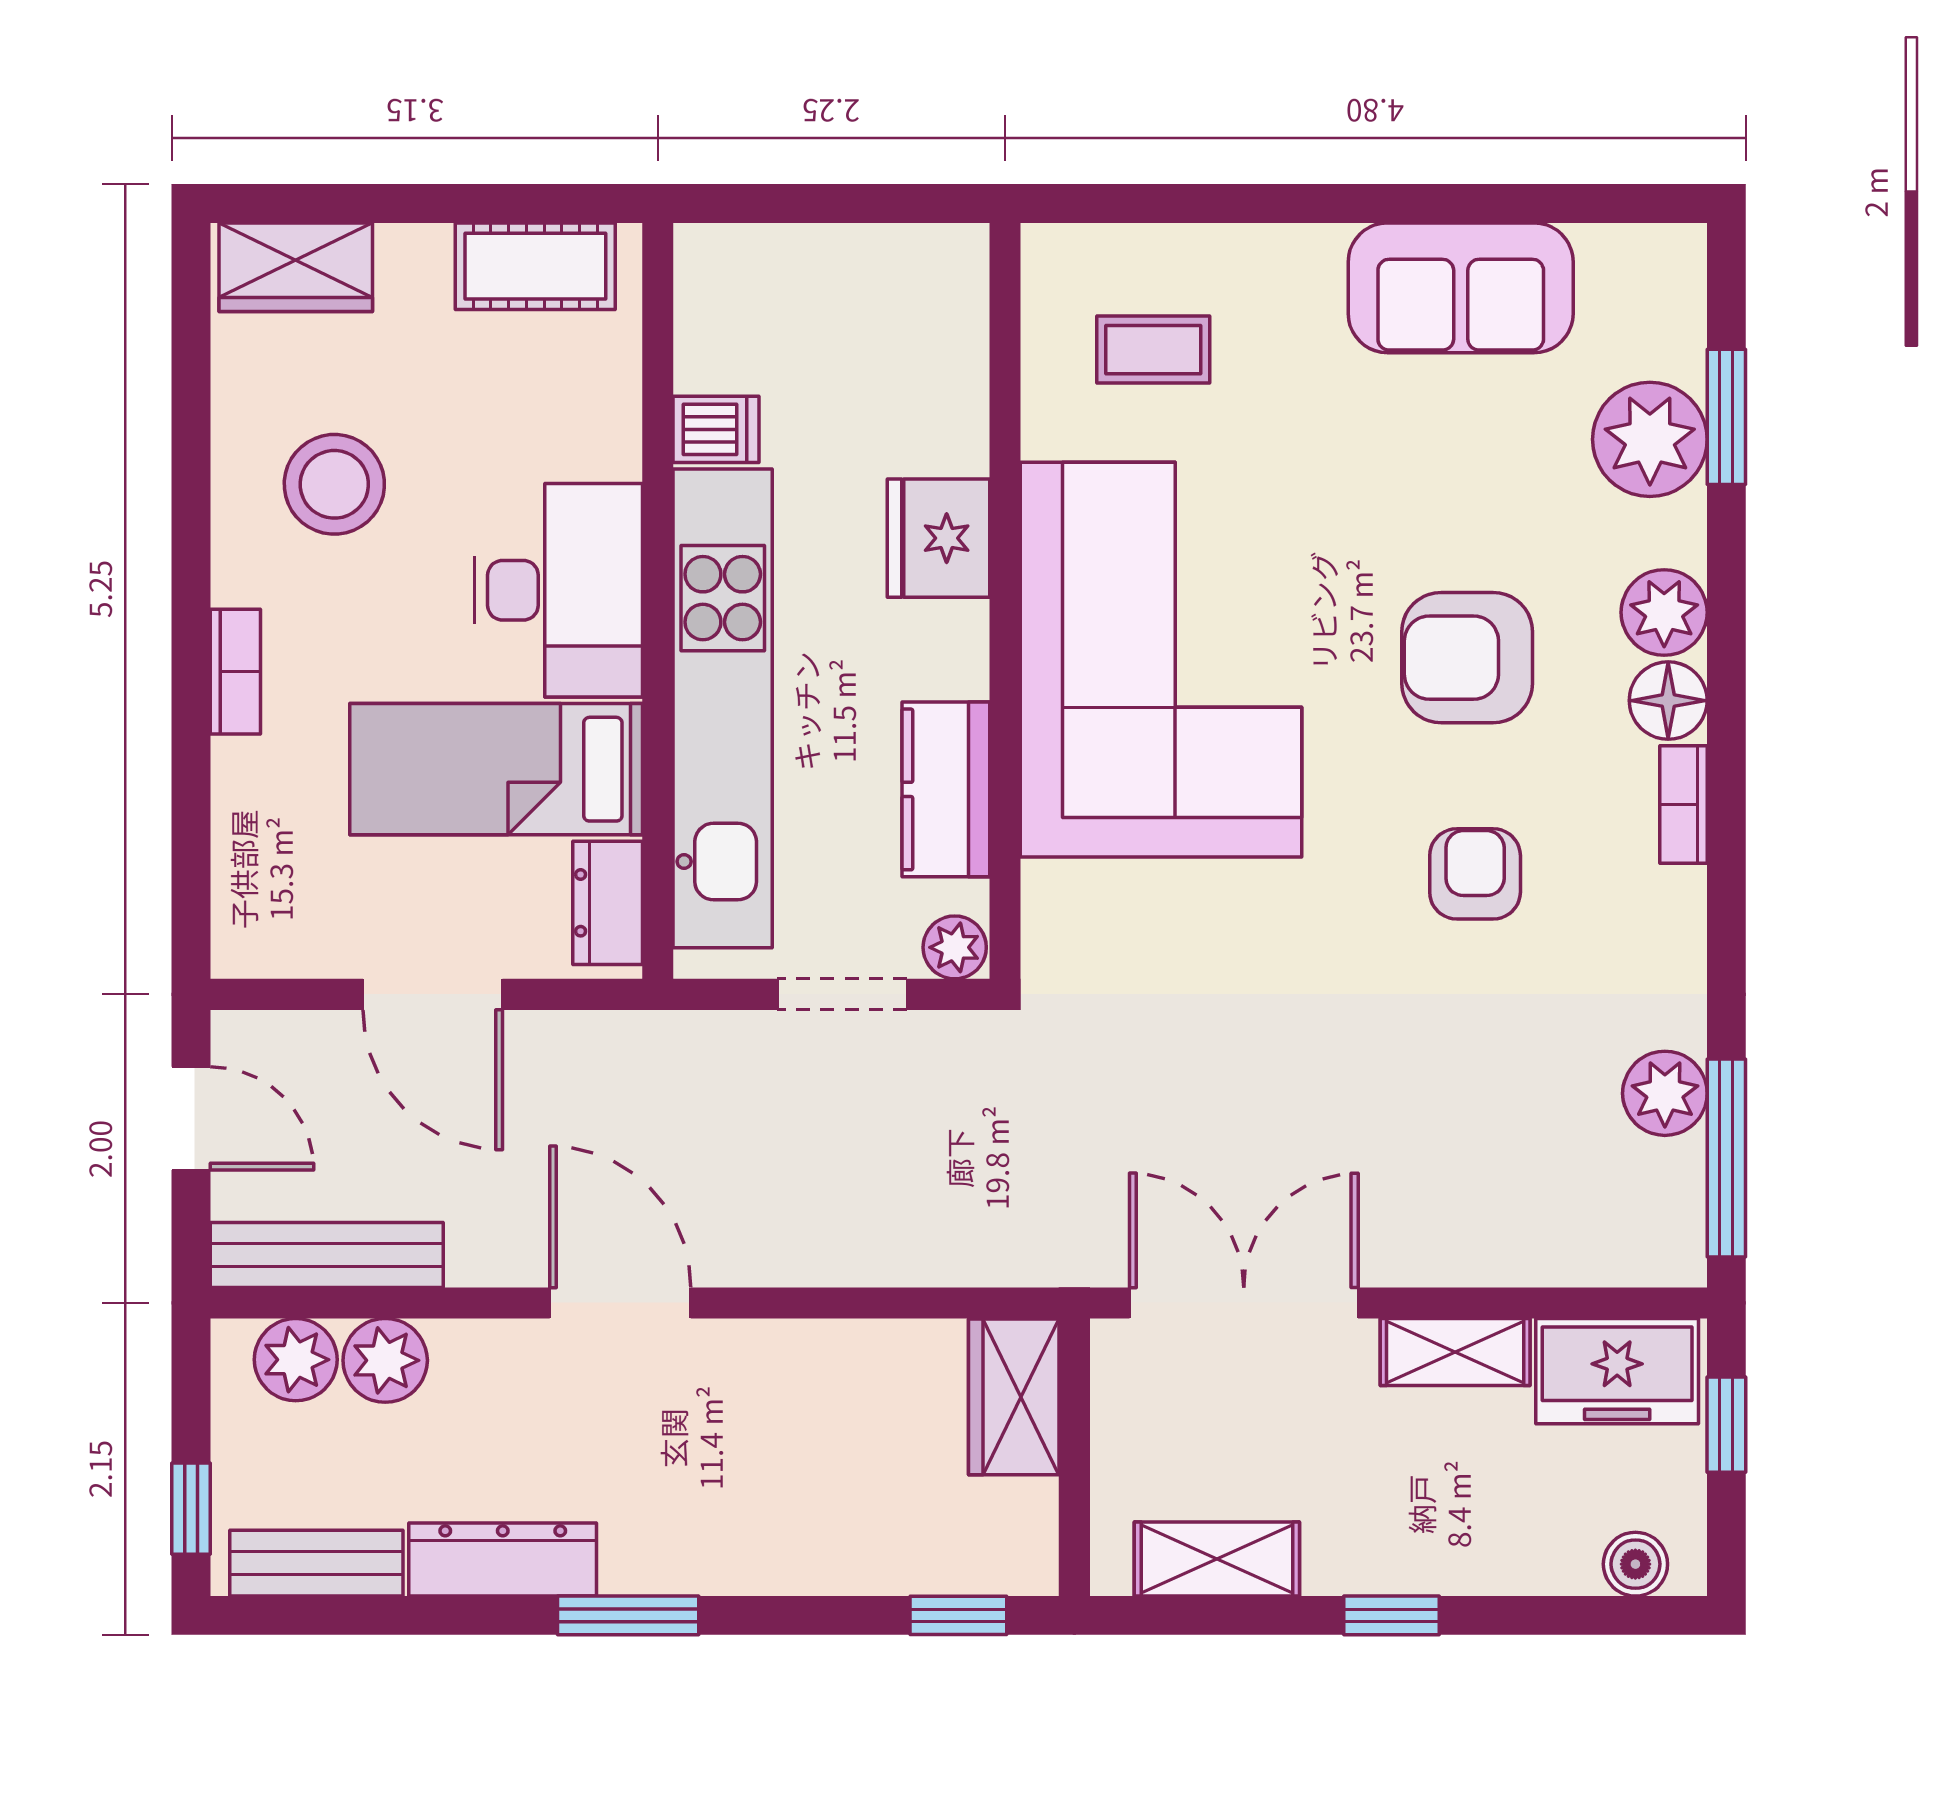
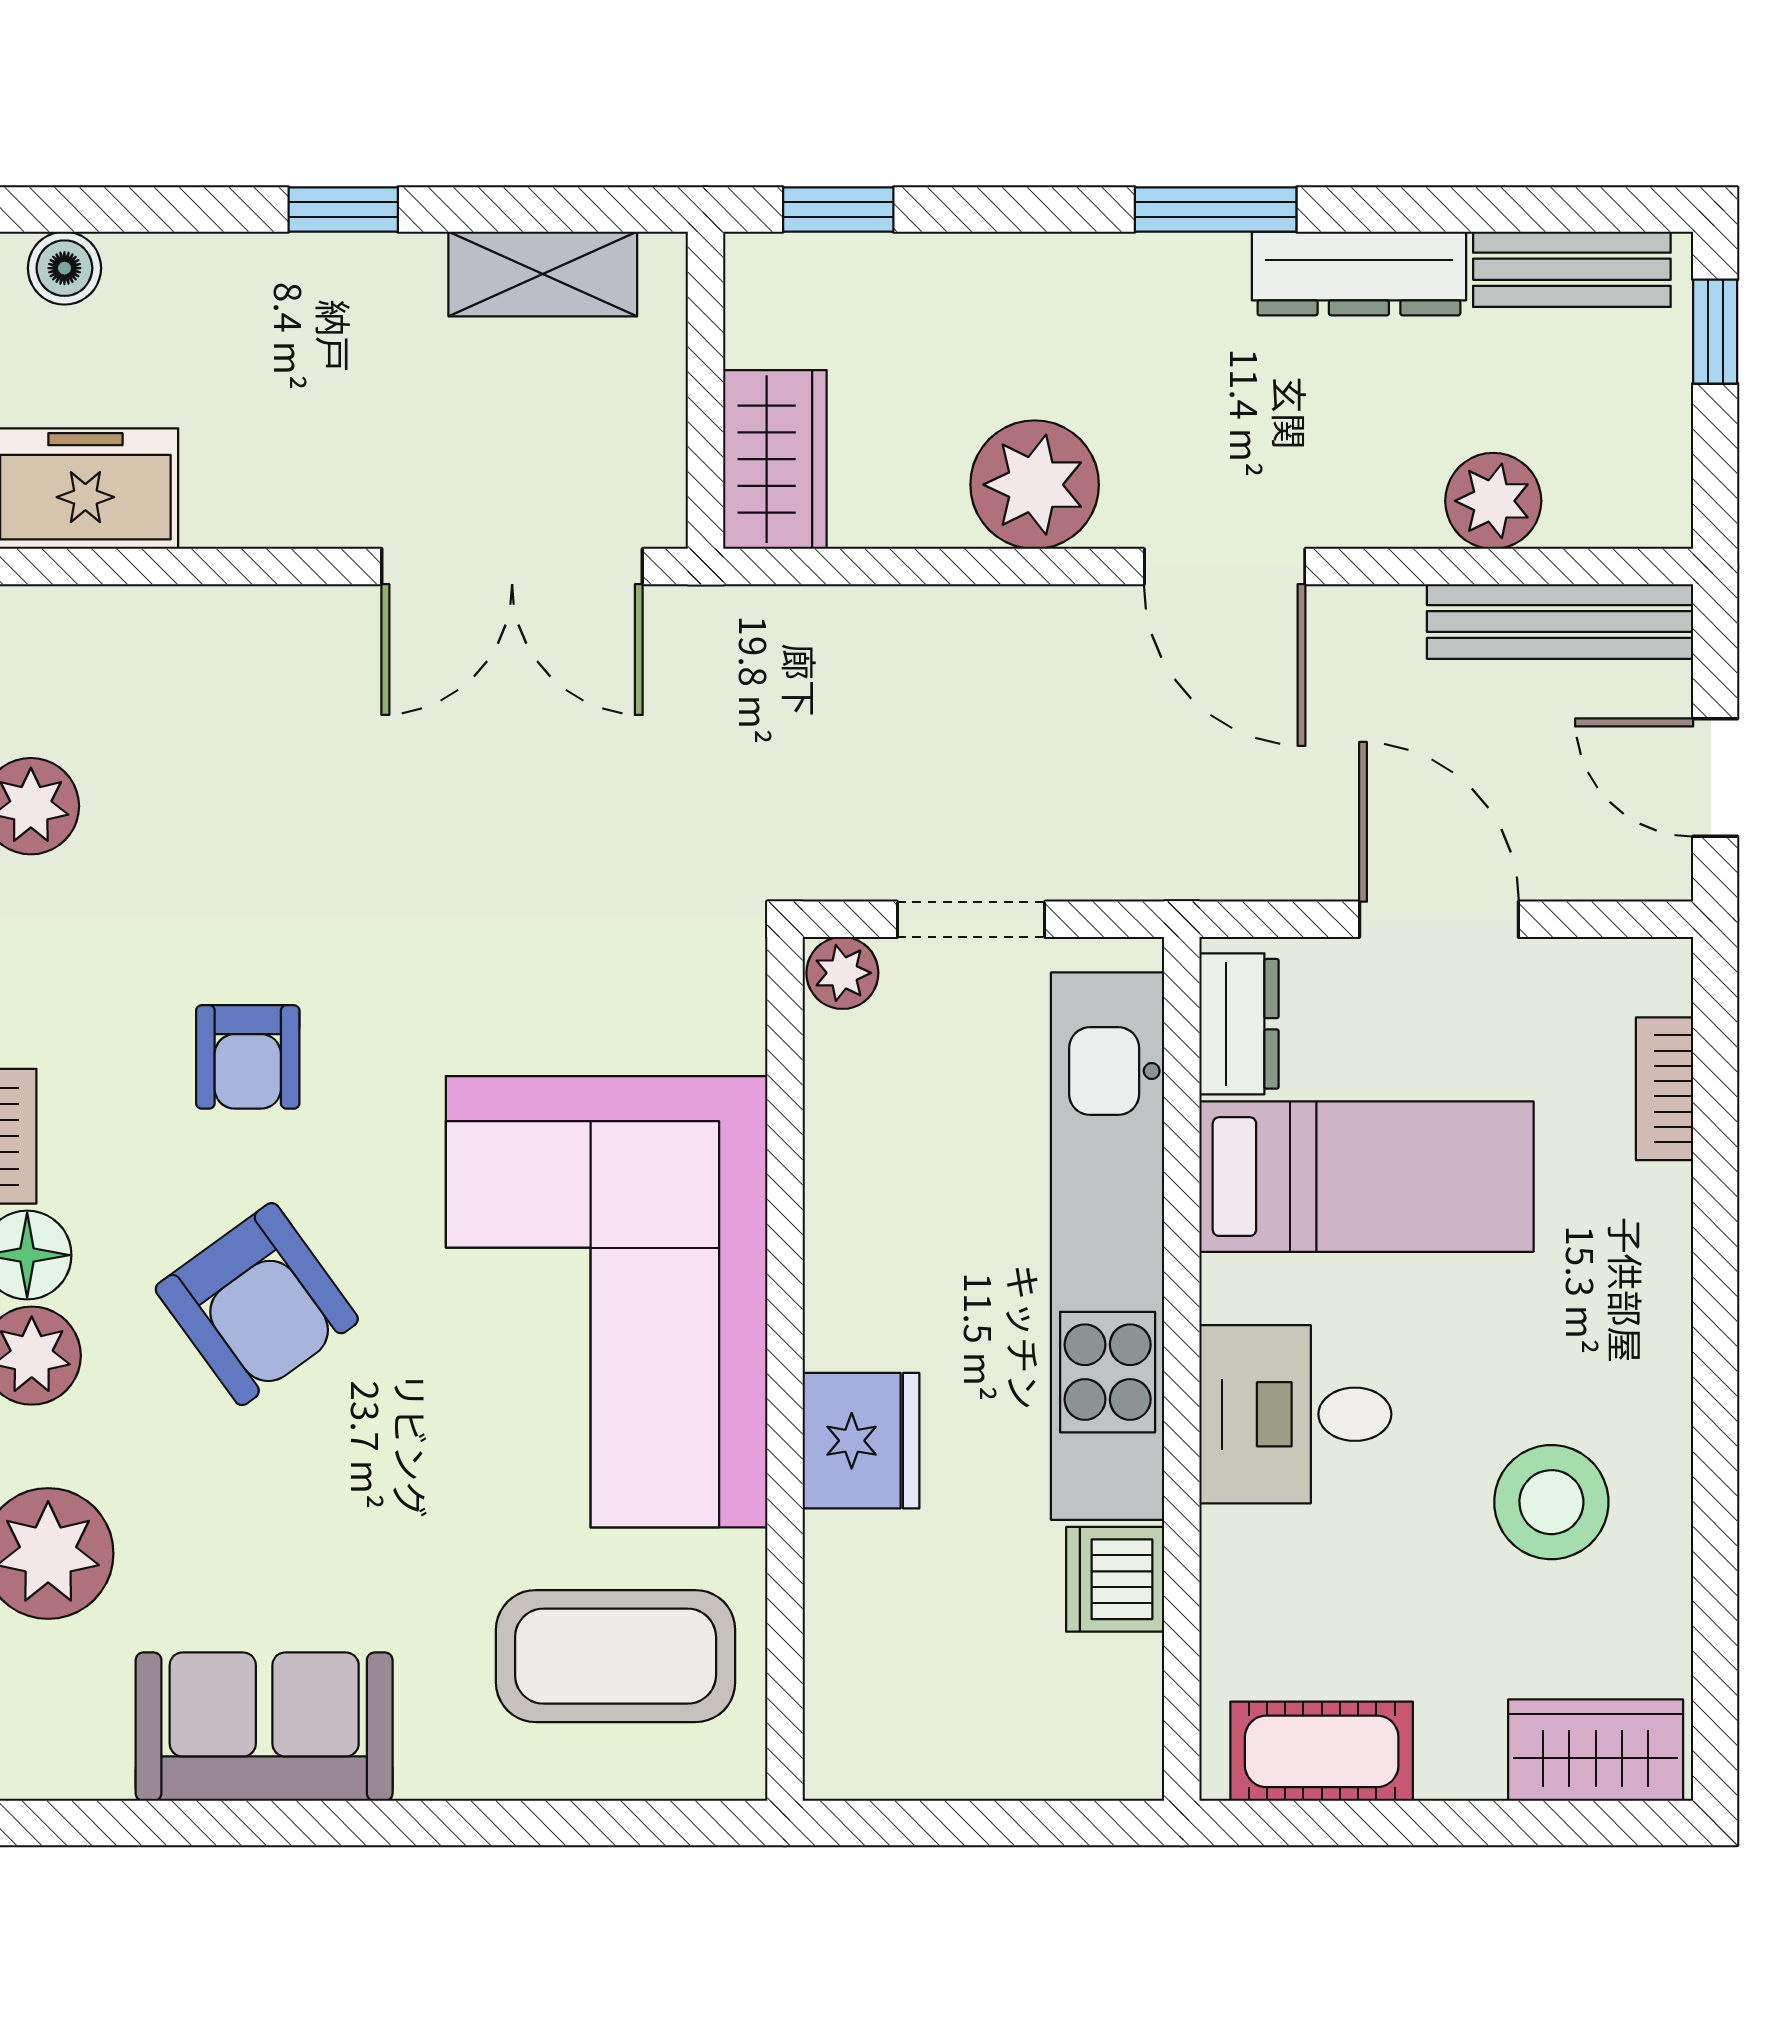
coffee table: (1153, 350) -> (616, 1656), width x1.86, depth x1.72
dishwasher: (716, 429) -> (1115, 1579), width x1.38
desk: (558, 590) -> (1295, 1414), width x0.73
armchair: (1467, 658) -> (257, 1304), turned 54
bookcase: (235, 672) -> (1665, 1089), moved
kitchen counter: (946, 789) -> (853, 1153), removed
shelving: (1455, 1352) -> (271, 511), removed
plant: (296, 1360) -> (1035, 485), moved, width x1.36, depth x1.36

